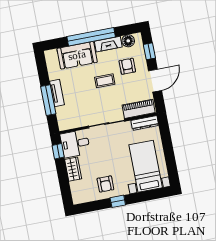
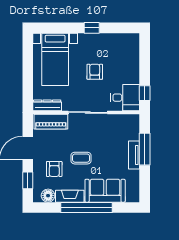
wardrobe: (73, 169) -> (132, 71), removed
armchair: (105, 184) -> (95, 72), moved

